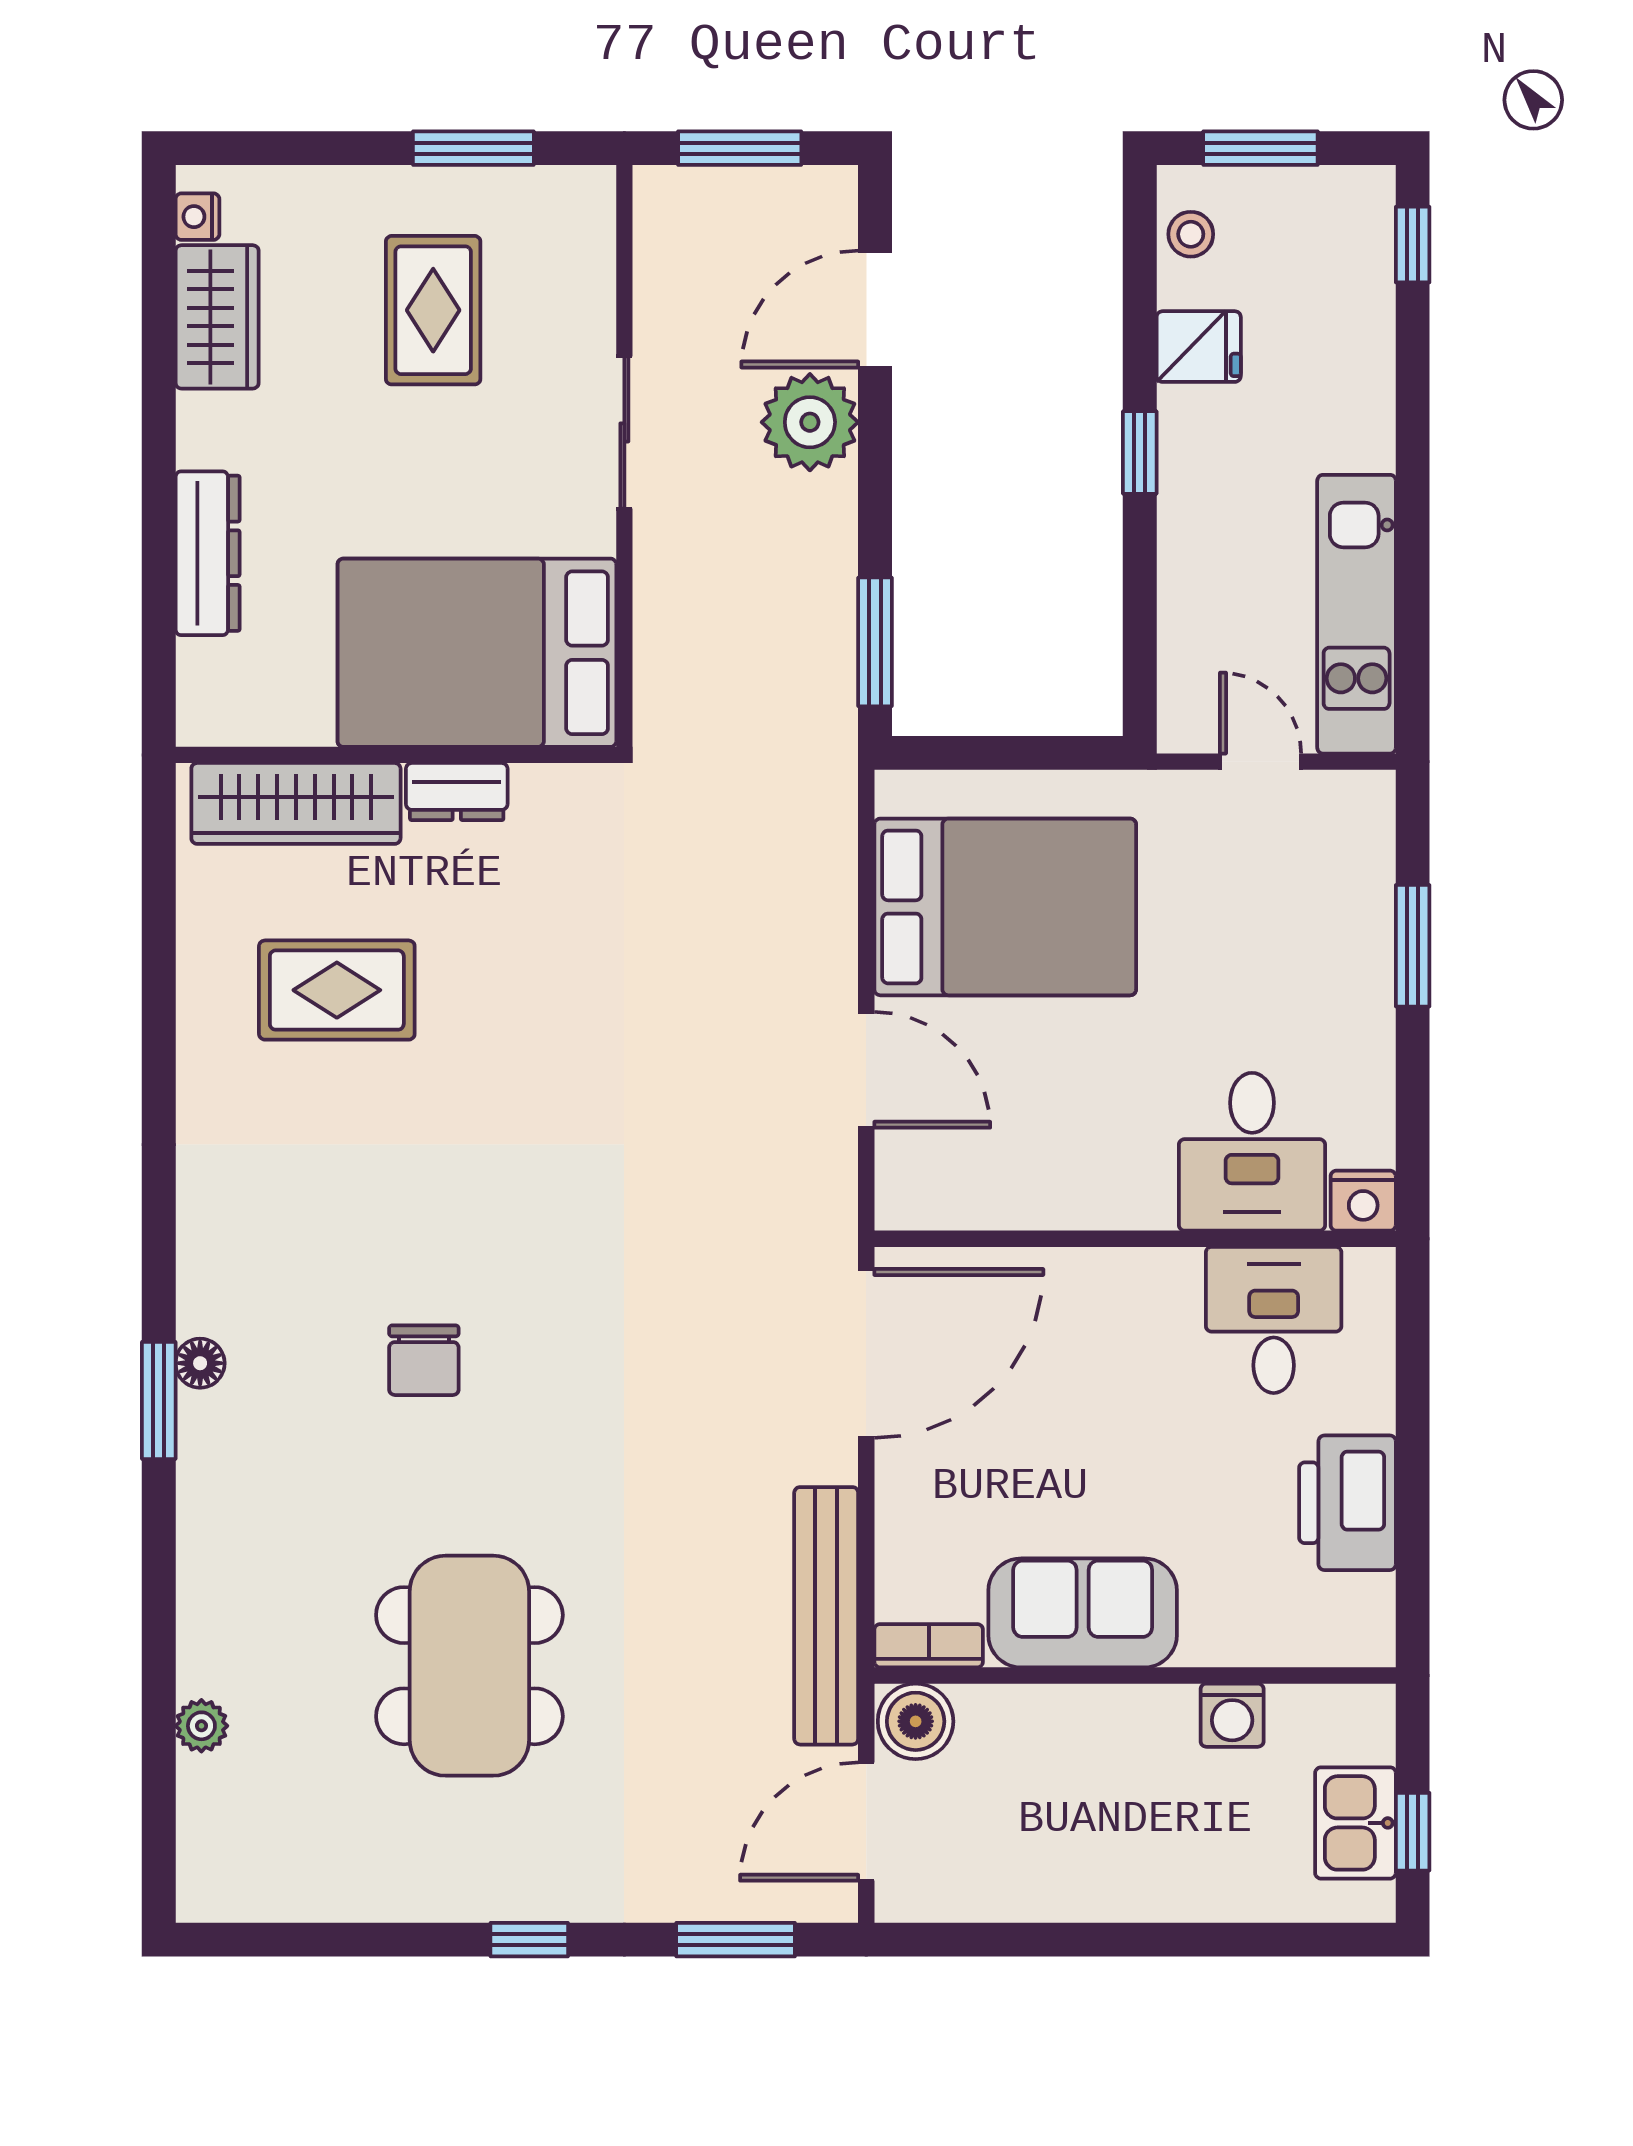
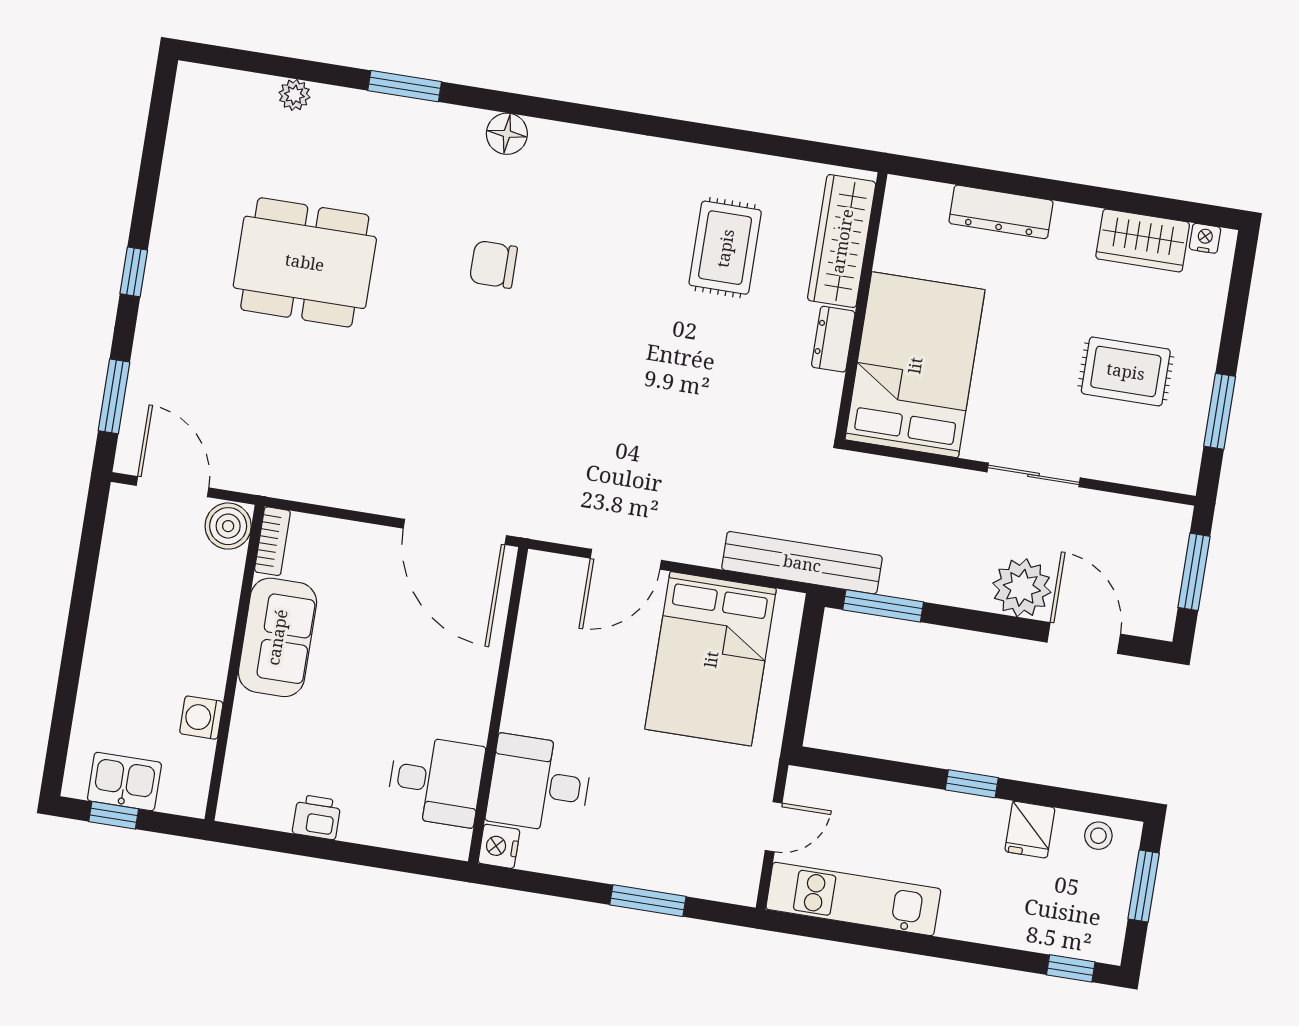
floor lamp: (200, 1363) -> (507, 134), width x1.37, depth x1.37
window: (159, 1400) -> (405, 86), moved
printer: (1347, 1503) -> (317, 817), width x0.53, depth x0.68
bench: (826, 1616) -> (802, 563), moved

